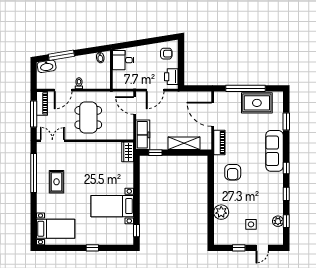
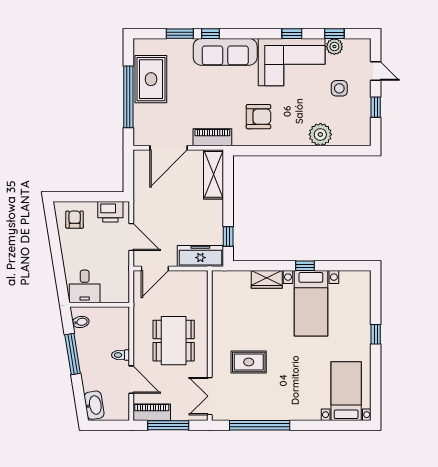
window: (61, 55) -> (73, 354), moved
dining table: (88, 118) -> (174, 341), turned 90
shelving: (184, 143) -> (214, 174), moved
wardrobe: (128, 152) -> (267, 279), moved
window: (286, 168) -> (210, 34), moved
rug: (56, 182) -> (249, 362), moved
corner sofa: (268, 194) -> (292, 62), added
window: (136, 231) -> (305, 266), moved

